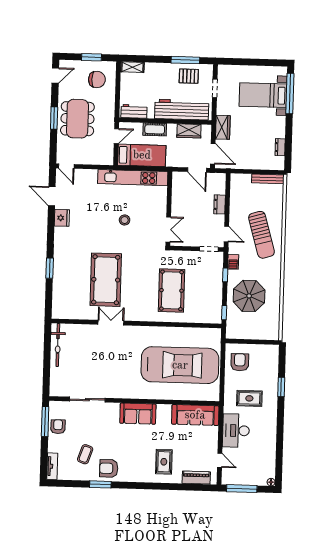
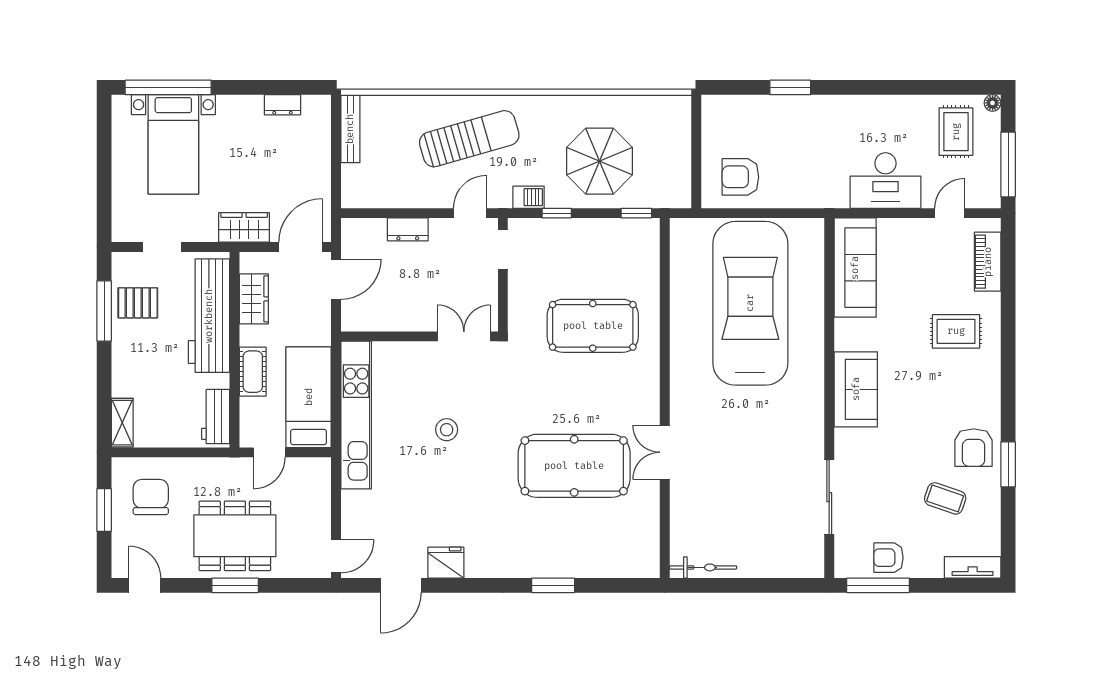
pallet: (189, 76) -> (138, 303), turned 90
door: (116, 136) -> (269, 452), swing flipped
bicycle: (58, 345) -> (703, 567), width x0.73, depth x0.71
rug: (249, 398) -> (956, 132), moved

